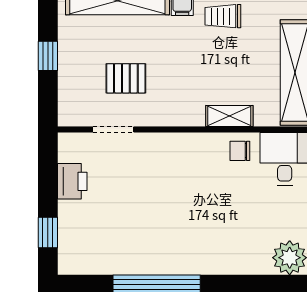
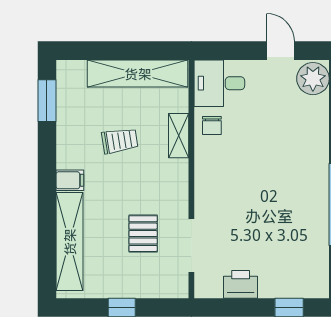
trolley: (223, 16) -> (120, 141), moved, turned -99
doorway: (113, 129) -> (191, 245), width x1.38

